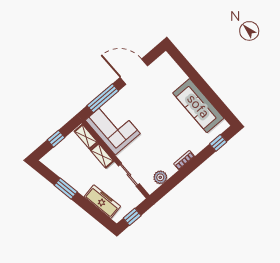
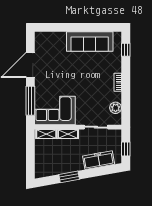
window: (56, 139) -> (30, 155), removed

